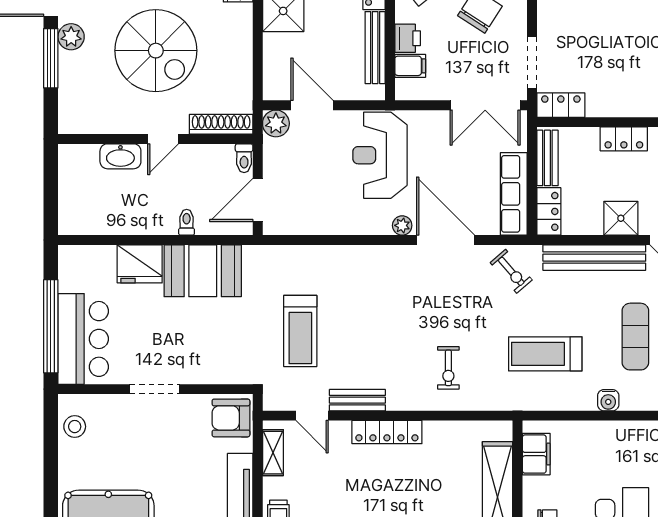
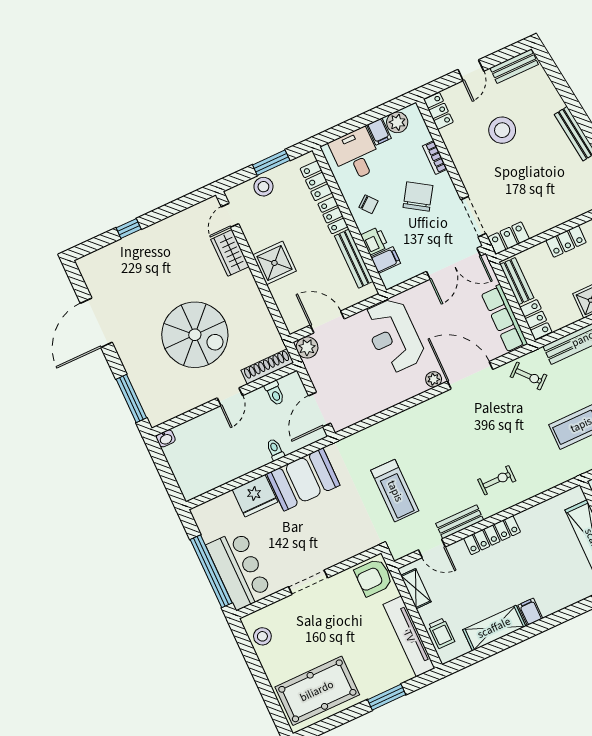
plant: (71, 37) -> (128, 353), removed
window: (51, 58) -> (131, 399), moved
washbasin: (120, 156) -> (166, 438), moved, width x0.52, depth x0.69
toilet: (244, 158) -> (275, 393), moved
exercise bike: (448, 368) -> (497, 480), moved, turned -90

